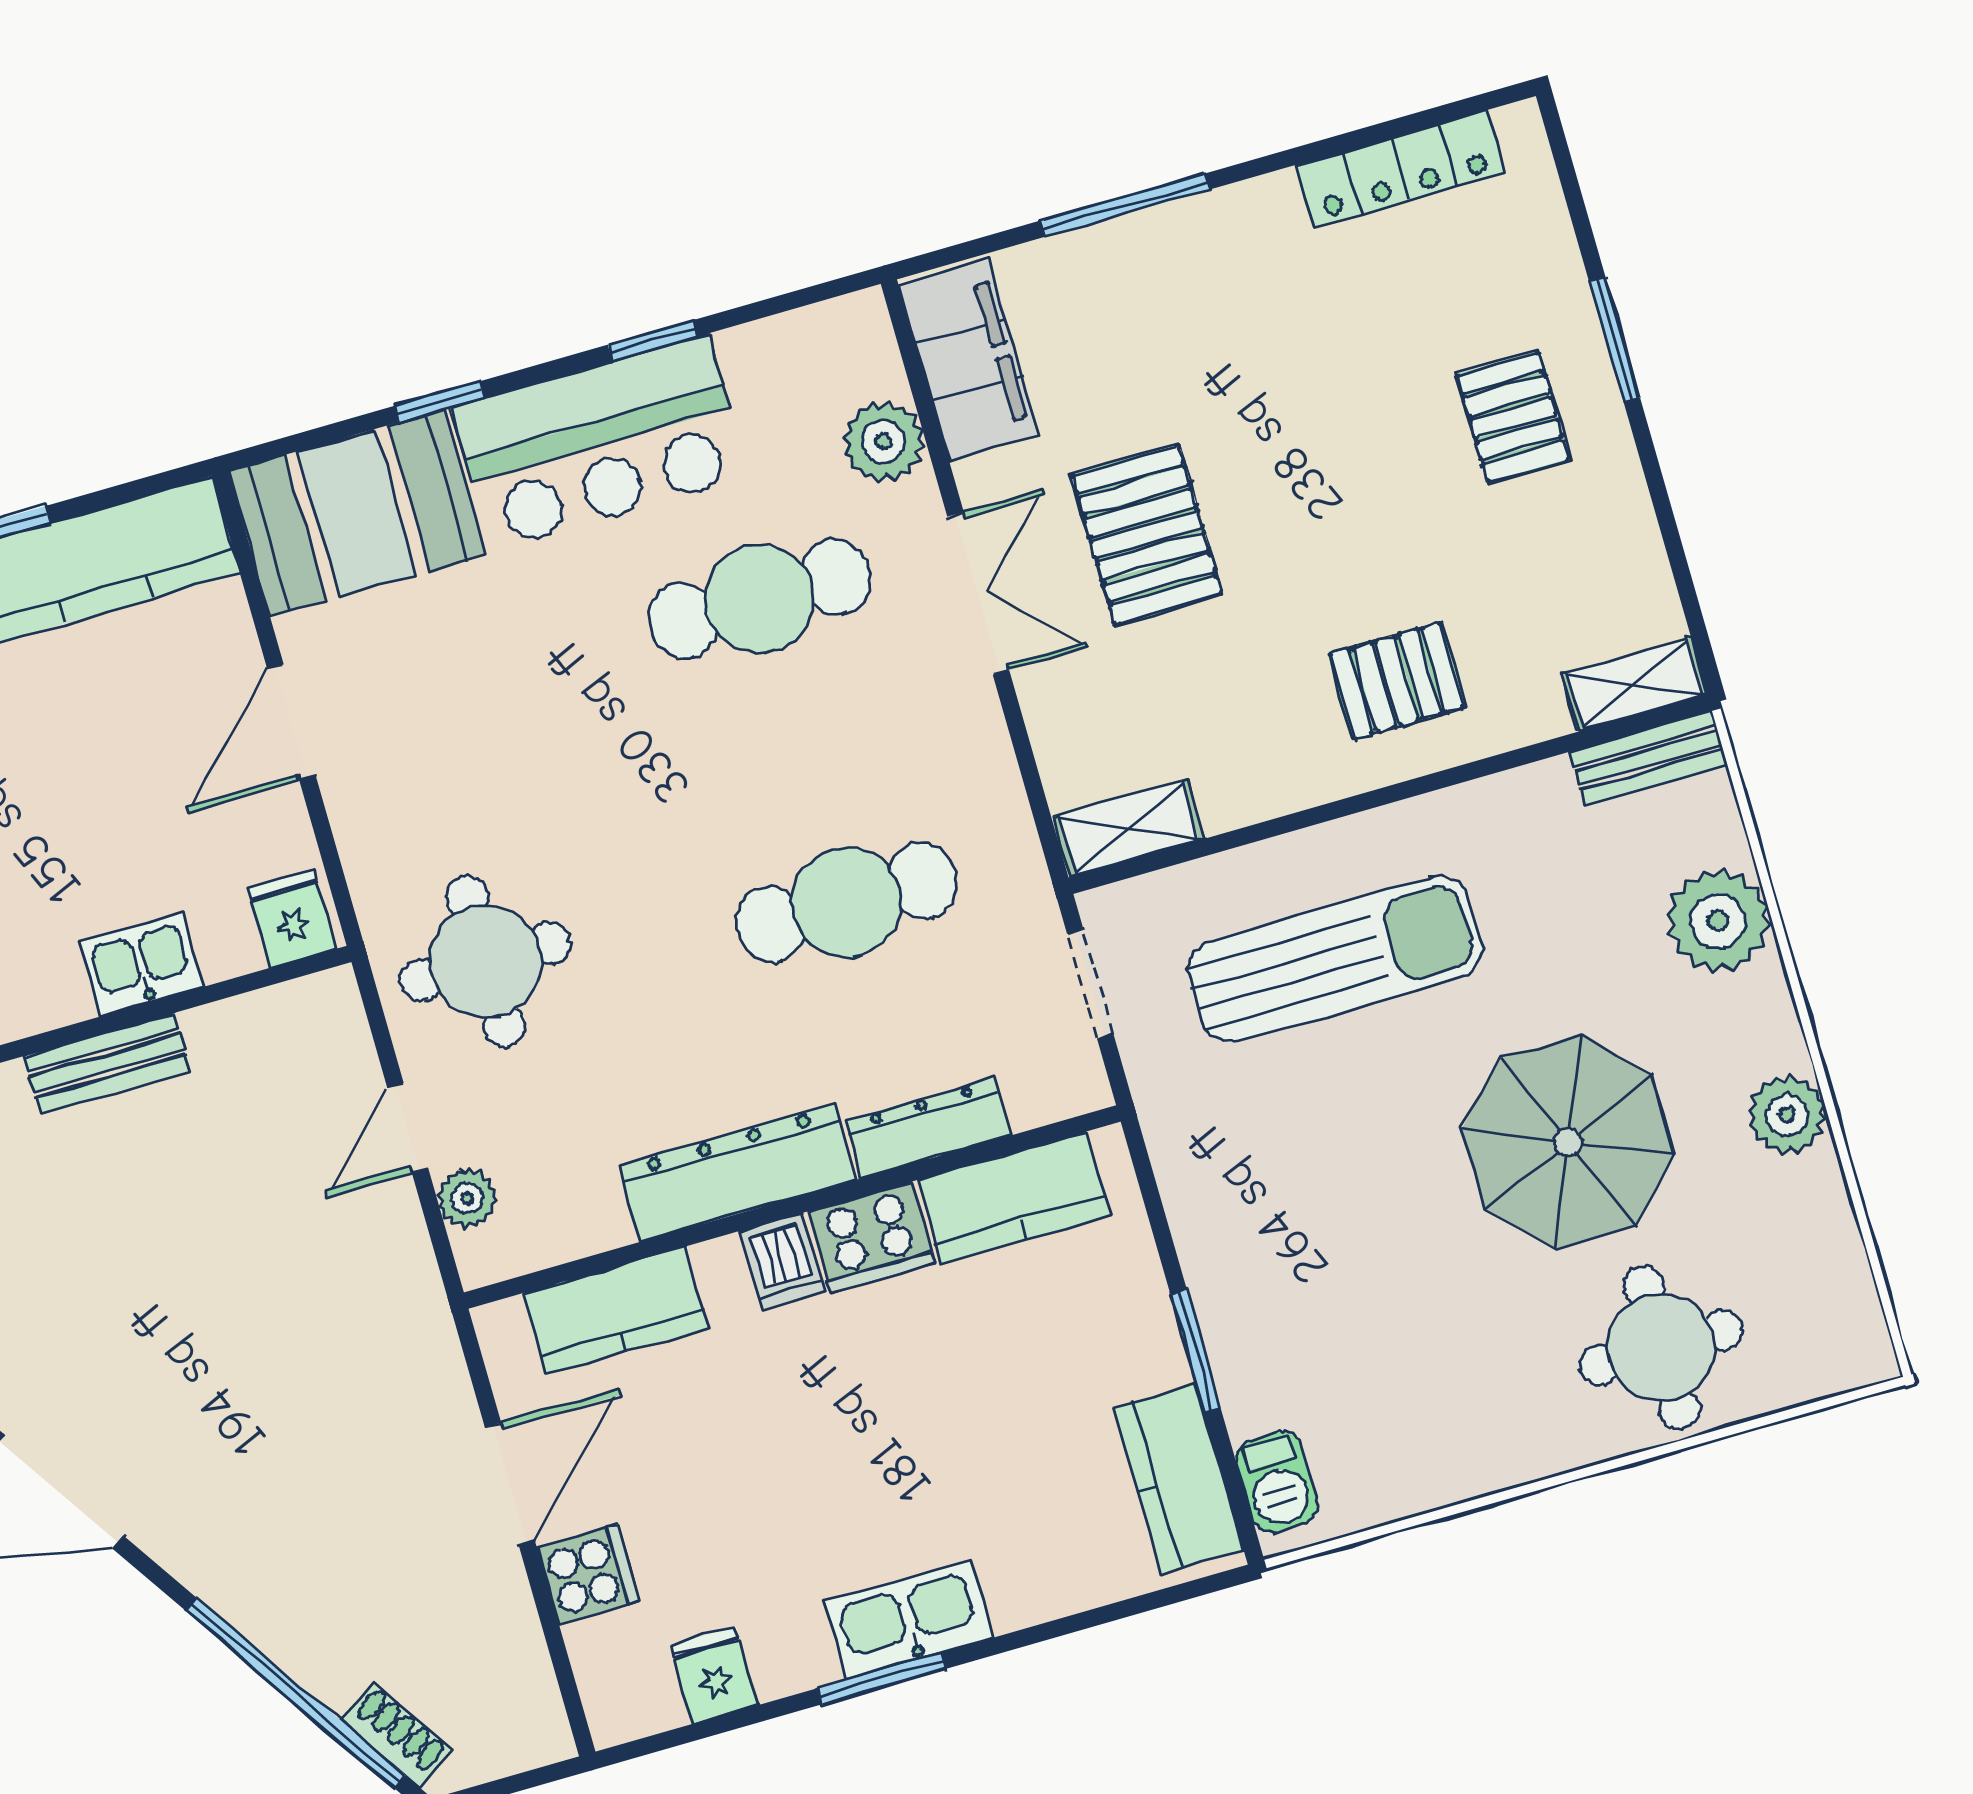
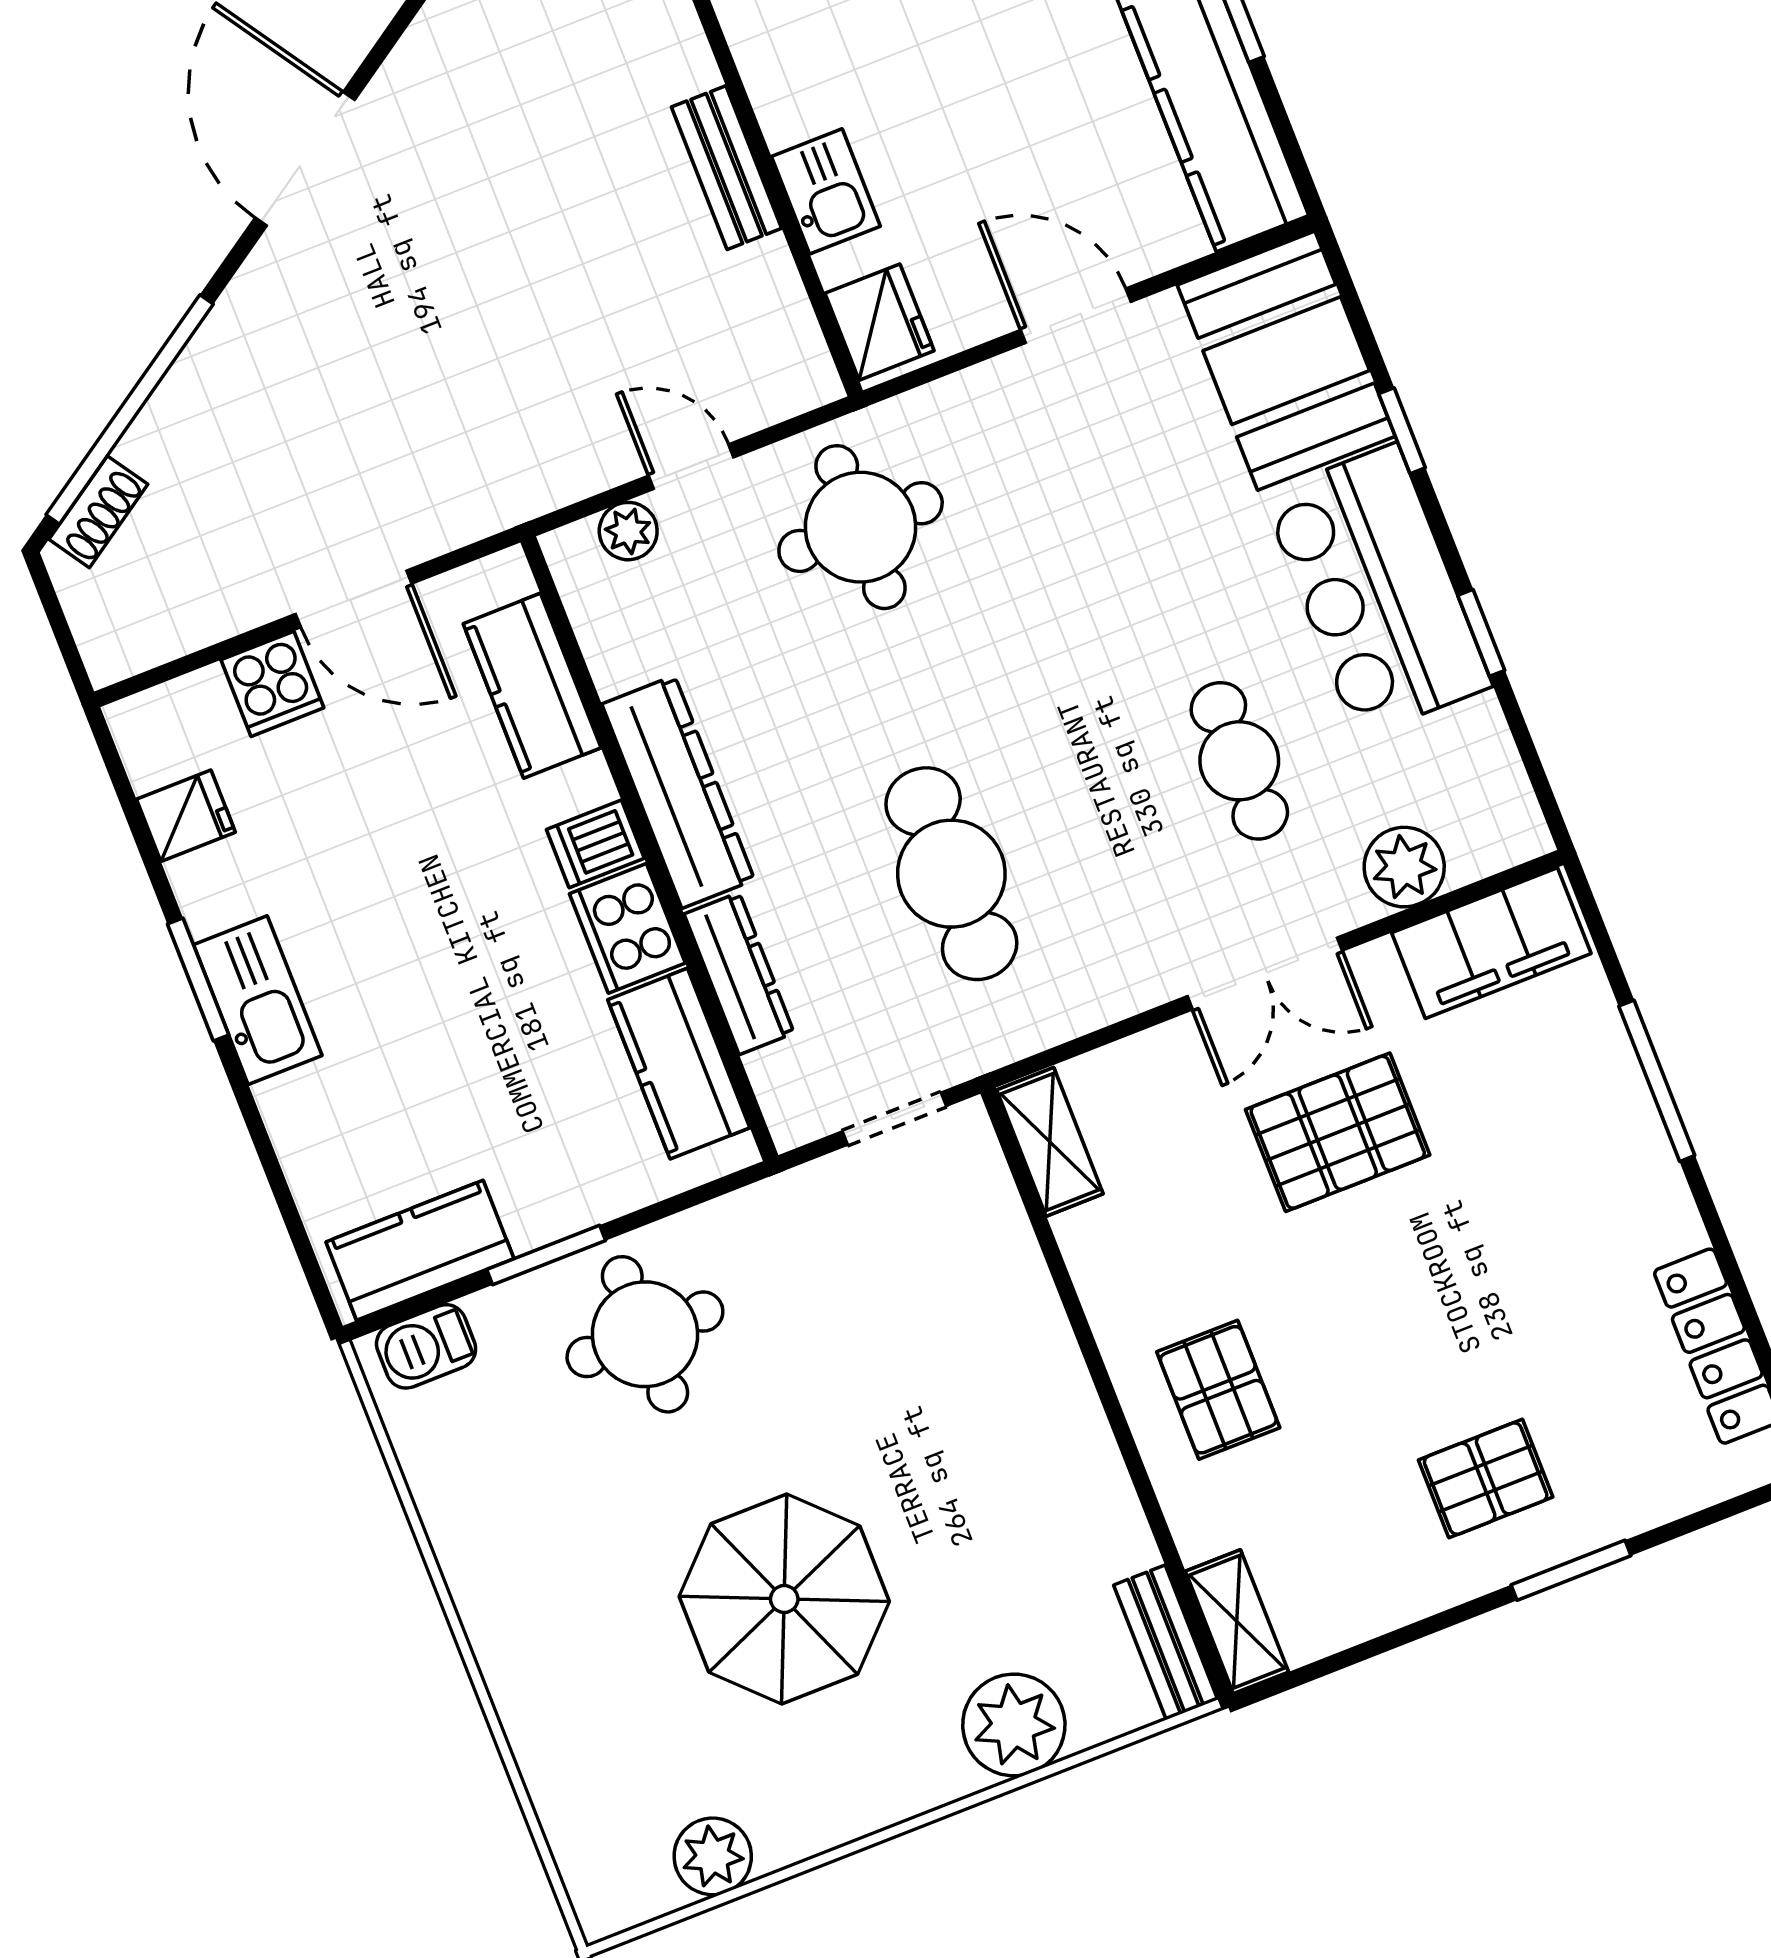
cafe table: (760, 599) -> (1239, 761), width x0.73, depth x0.74
fridge: (292, 919) -> (879, 322), width x1.38
sun lounger: (1335, 959) -> (941, 1355), removed
plant: (1787, 1115) -> (713, 1856), moved
round table: (1661, 1348) -> (645, 1334), moved

